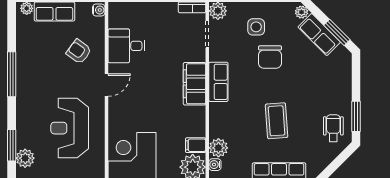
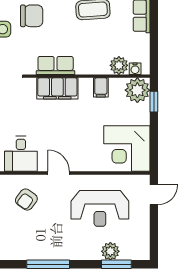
filing cabinet: (196, 145) -> (101, 87), moved
plant: (25, 158) -> (110, 251), moved

